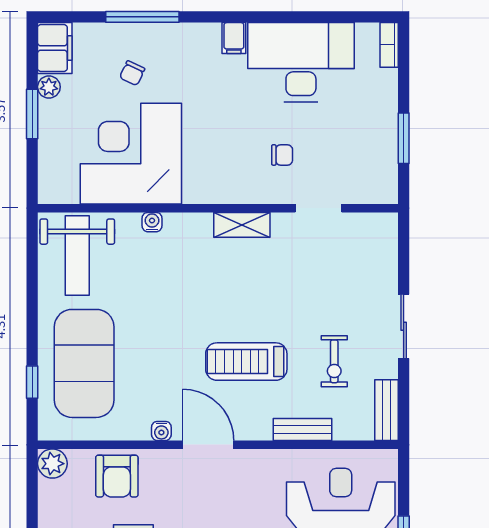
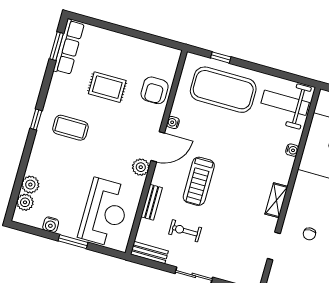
treadmill: (246, 362) -> (199, 181), turned 180
plant: (52, 464) -> (141, 167), moved
armchair: (117, 476) -> (155, 90), turned -90

